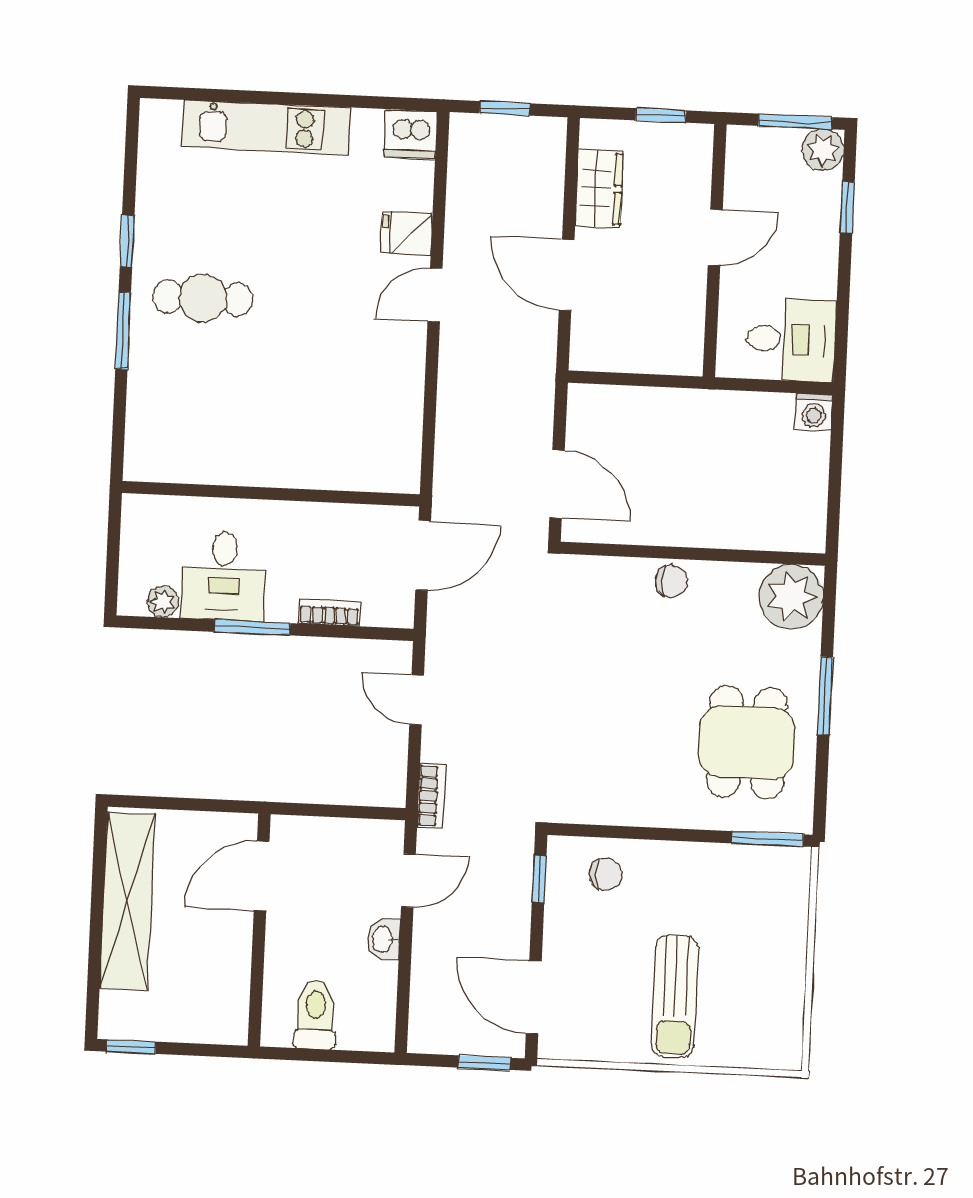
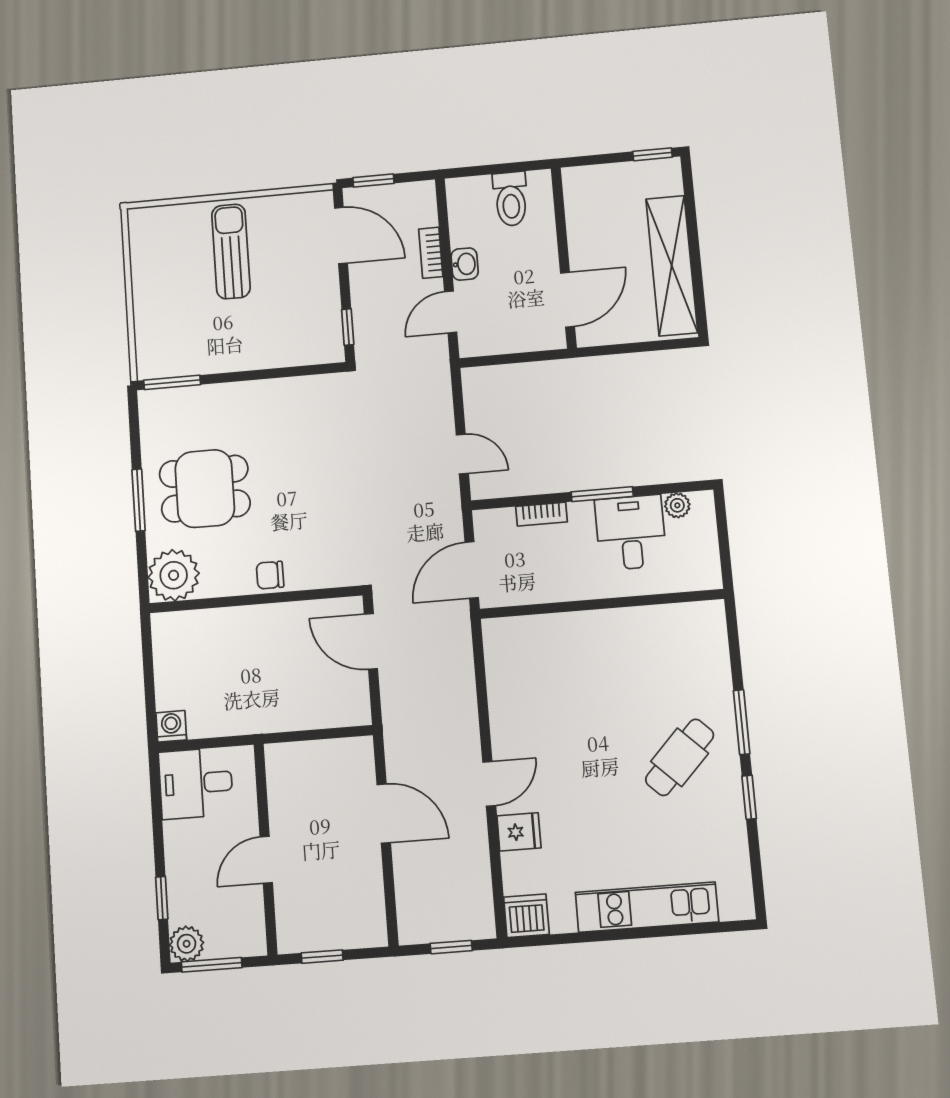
wardrobe: (599, 188) -> (366, 889), removed
cafe table: (203, 298) -> (680, 757), turned -46
dining table: (747, 742) -> (205, 489), moved, turned 90
bookcase: (431, 796) -> (431, 253), moved
chair: (606, 874) -> (296, 338), removed

